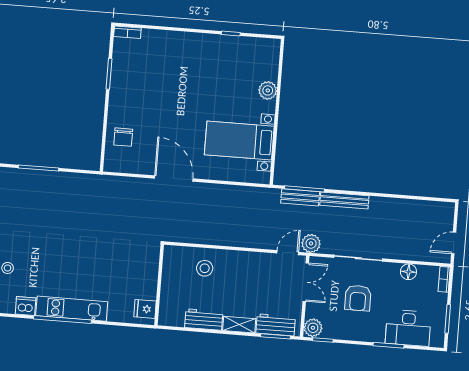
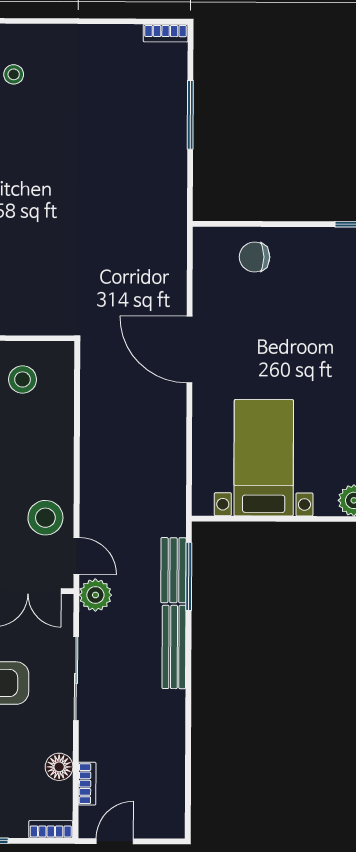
door: (174, 179) -> (189, 350), swing flipped
door: (454, 243) -> (115, 841), hinge flipped
bookcase: (419, 256) -> (87, 784), added
stool: (205, 268) -> (23, 379), moved
stool: (264, 269) -> (45, 518), added

